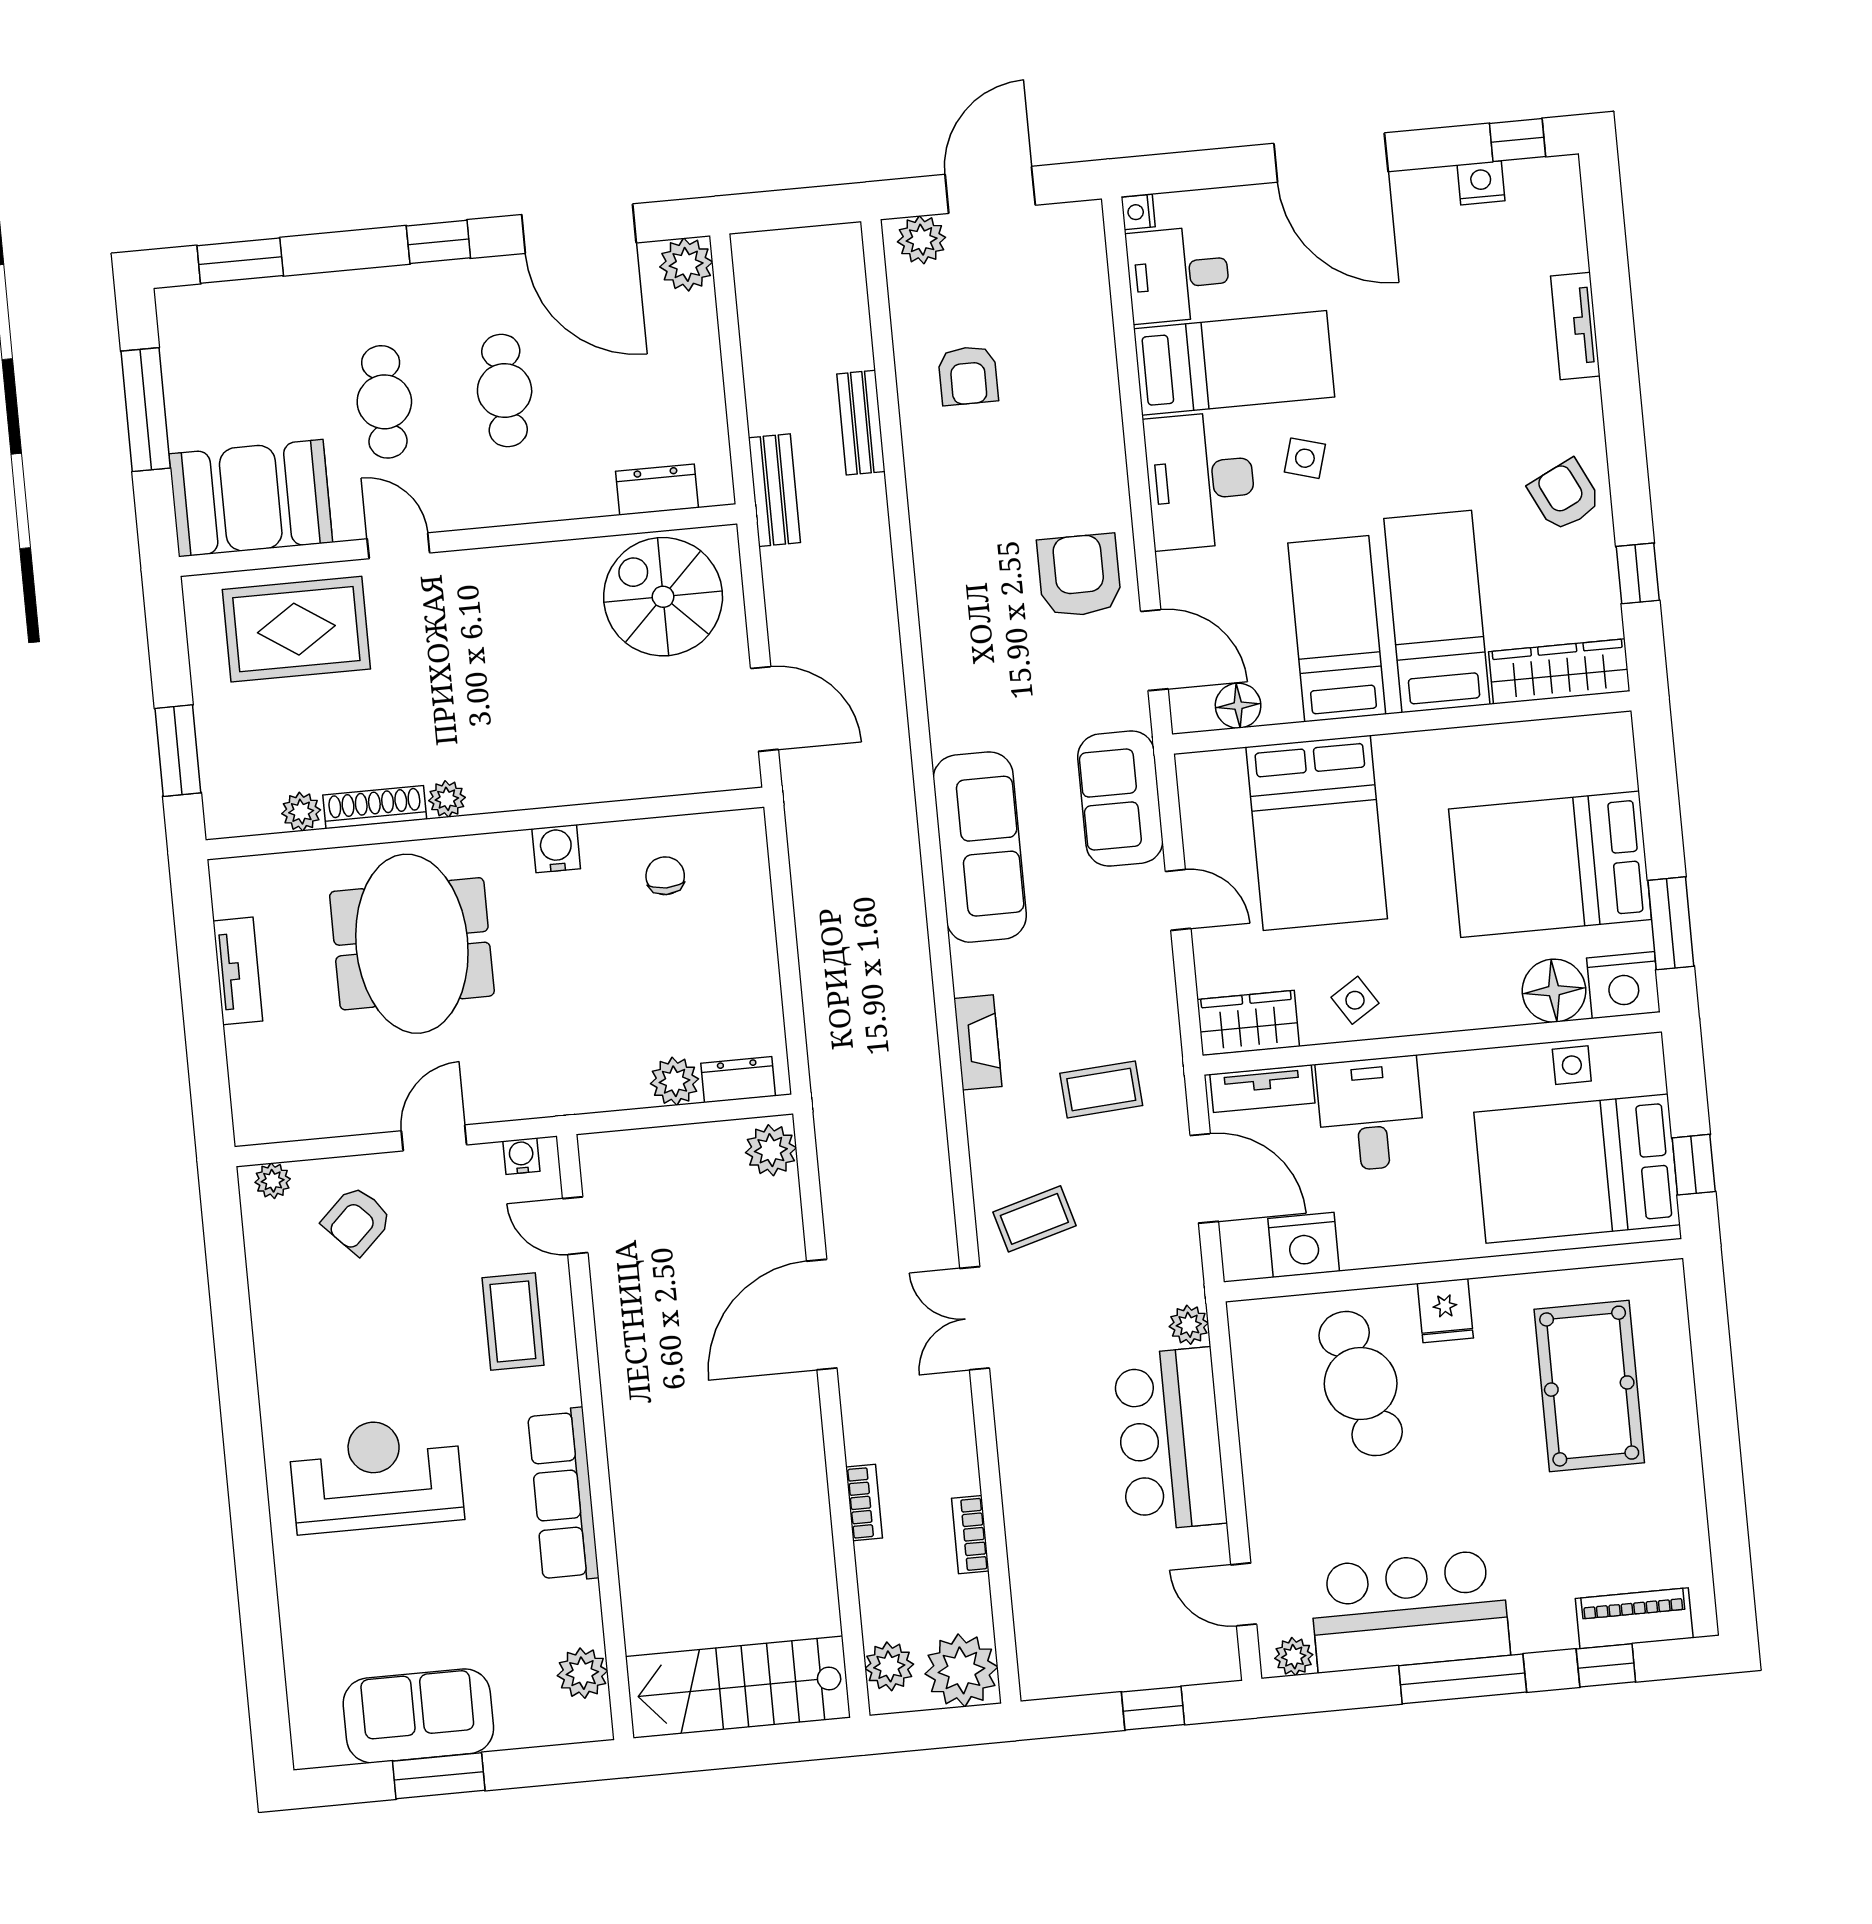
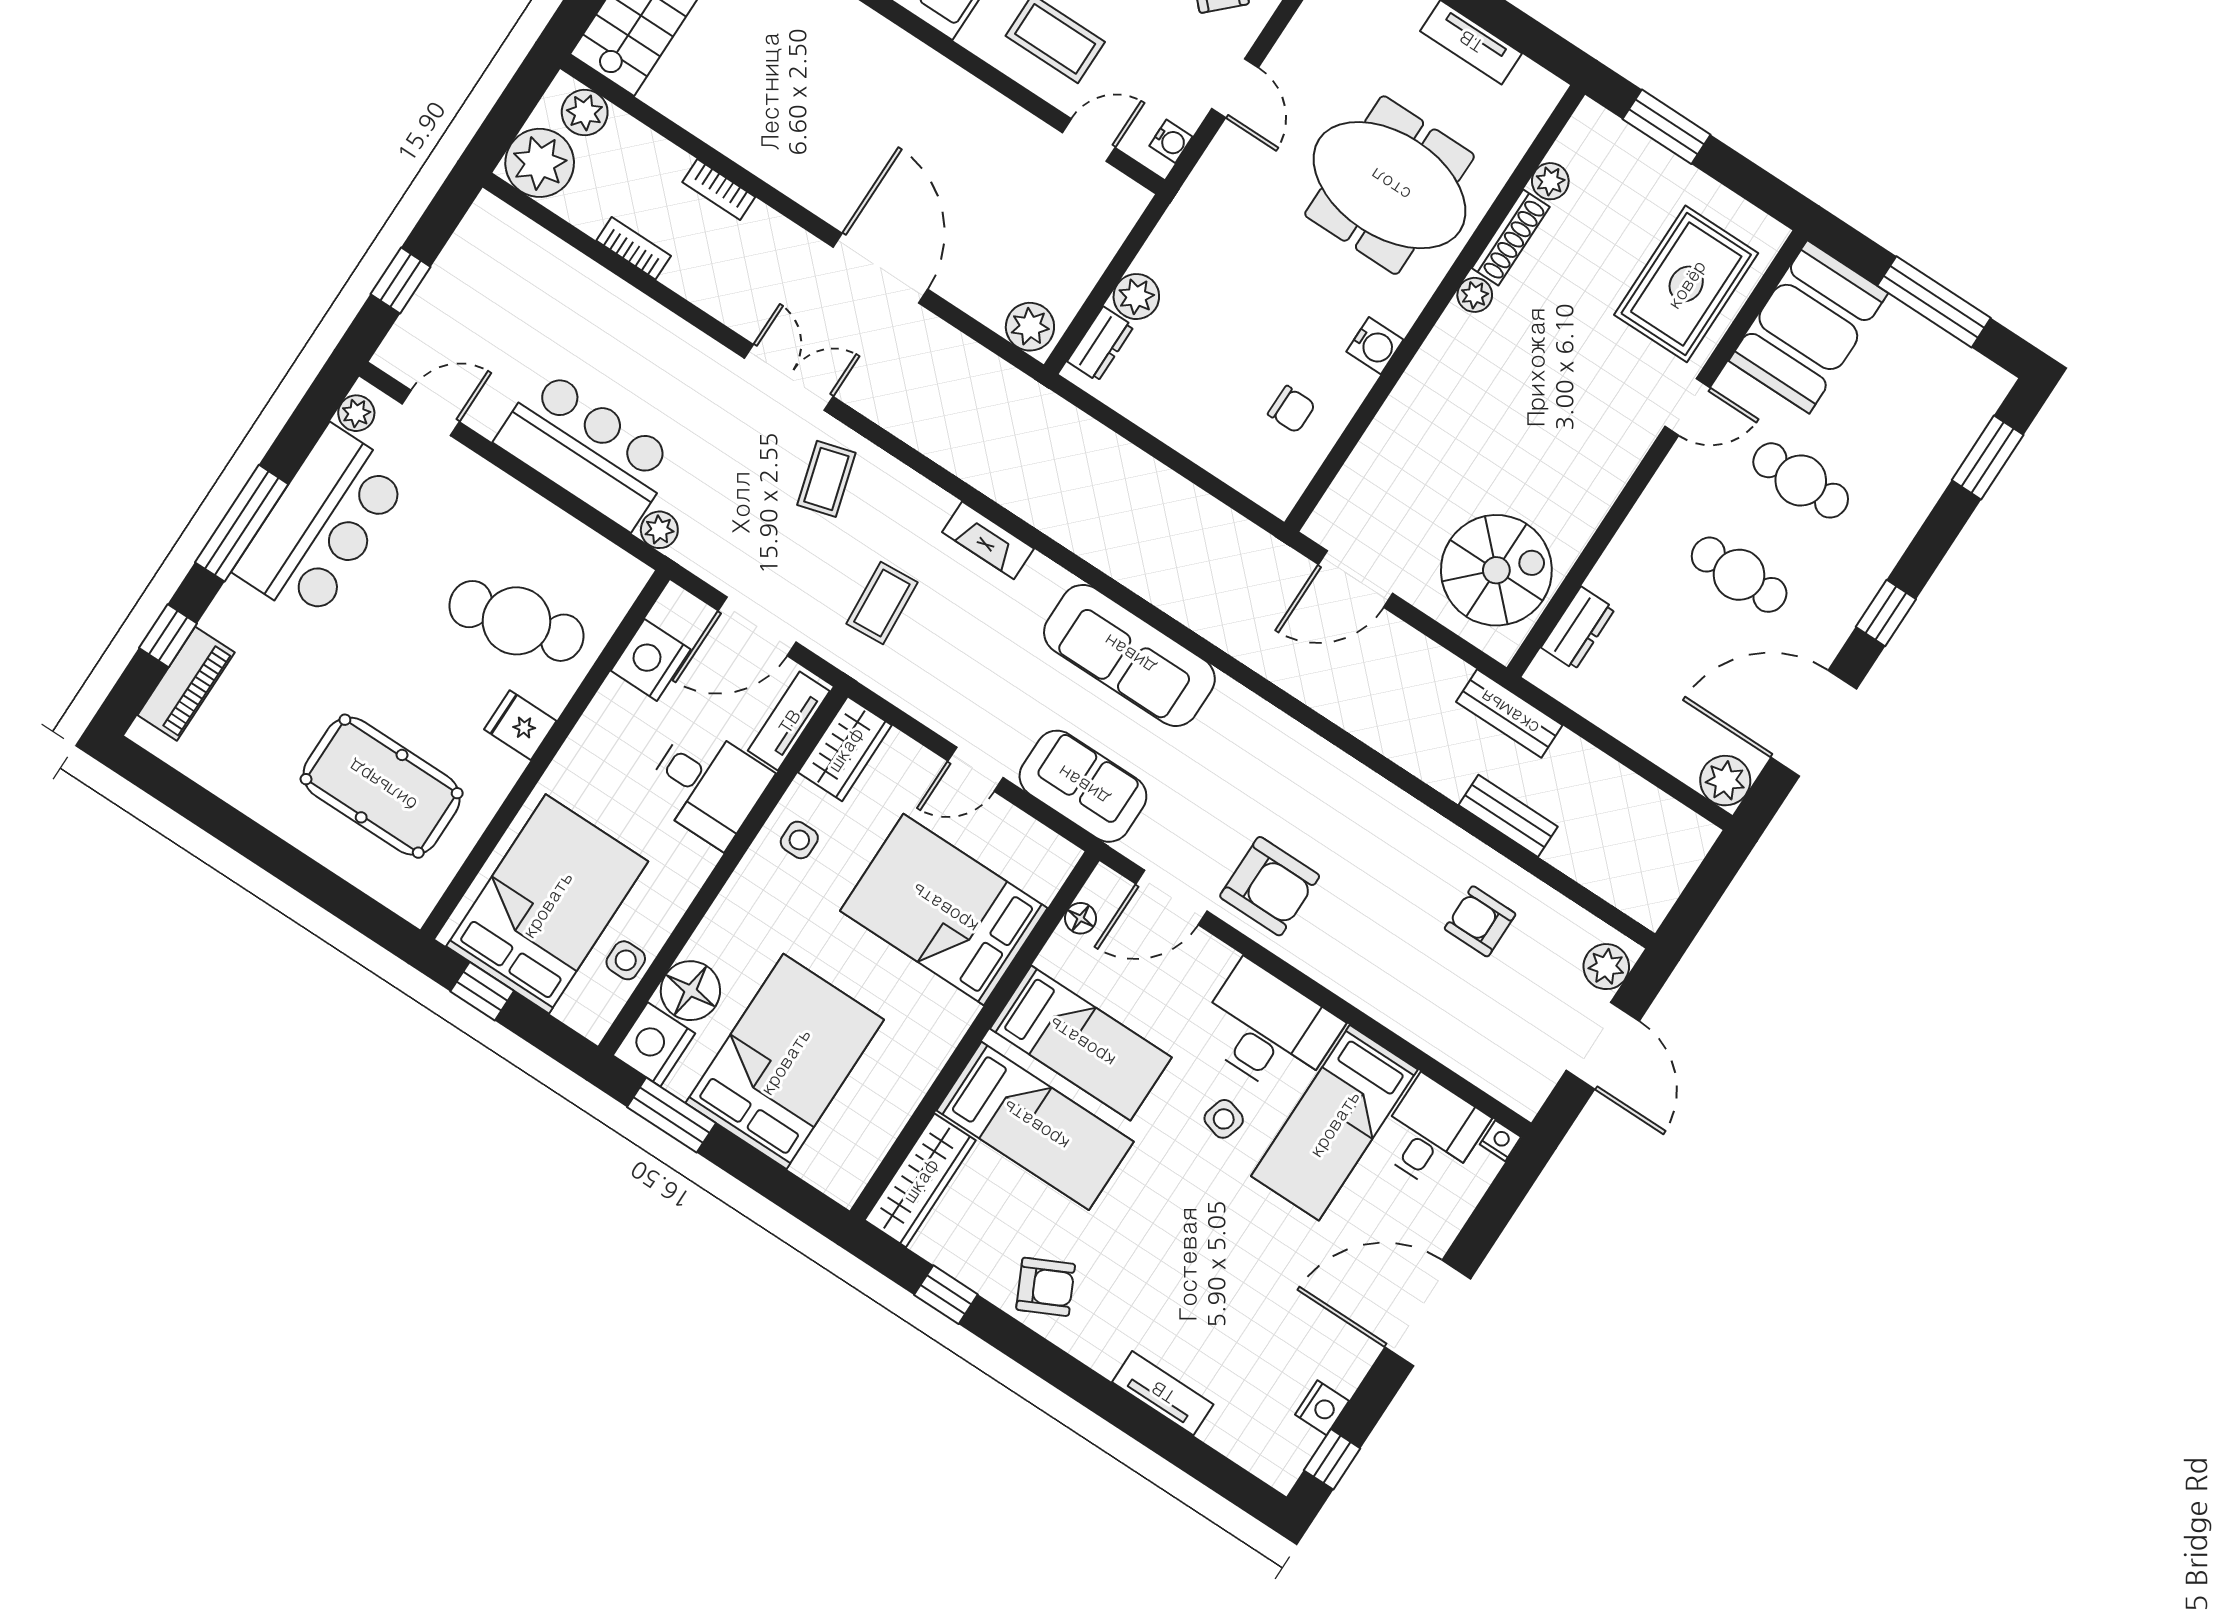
floor lamp: (1238, 706) -> (1081, 918), width x0.73, depth x0.73
side table: (1355, 1000) -> (799, 840), turned 33

